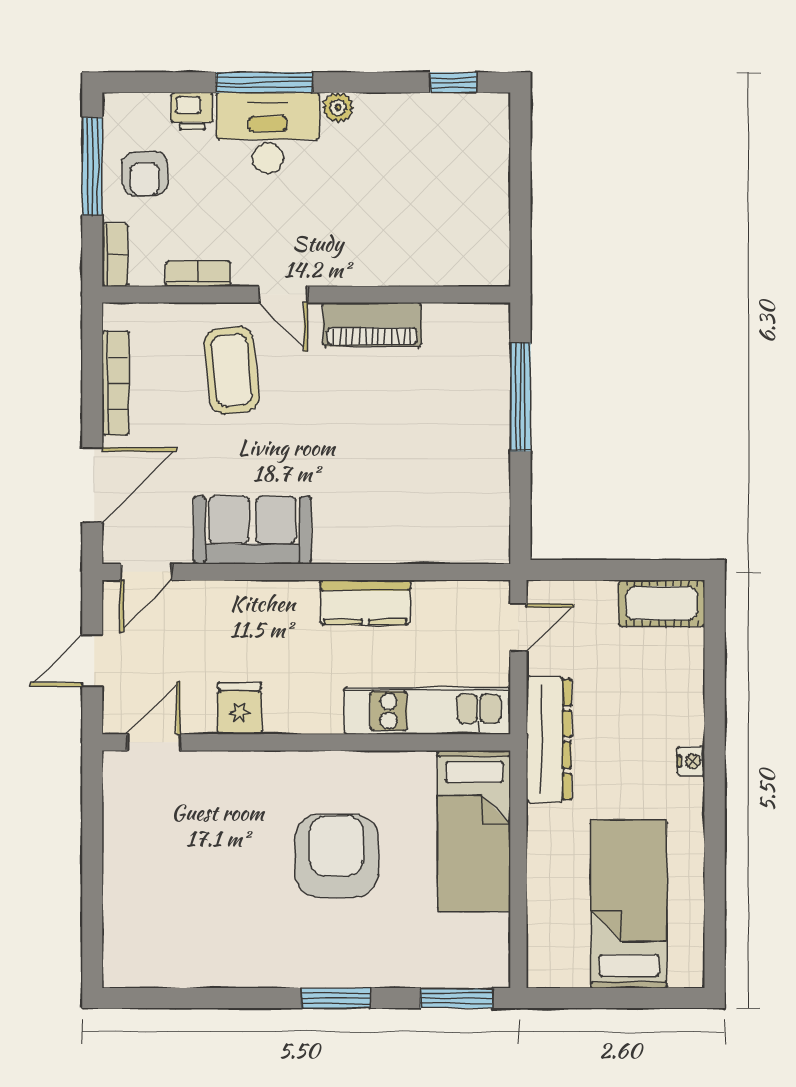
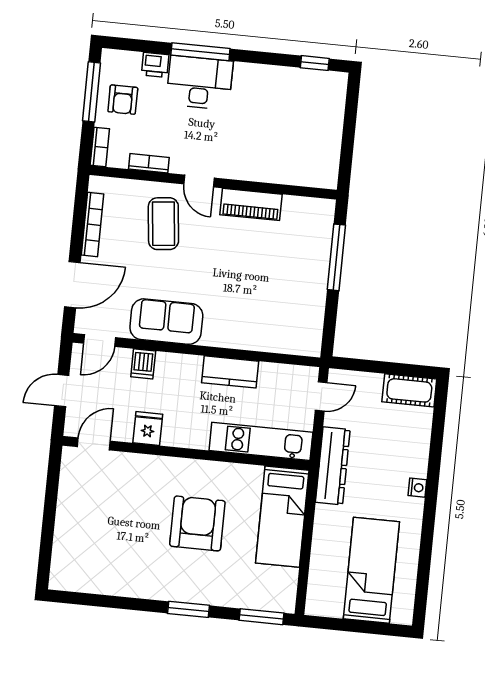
plant: (338, 107) -> (244, 71), removed
dishwasher: (221, 603) -> (143, 364), added

